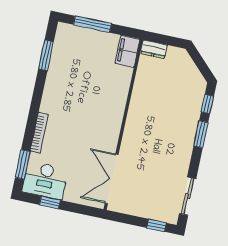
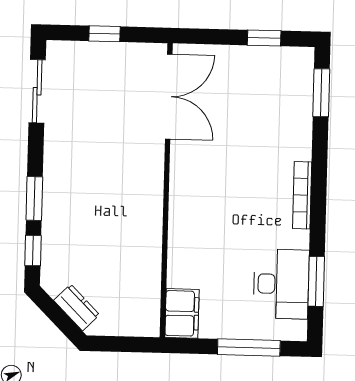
dresser: (154, 49) -> (77, 308), moved, turned 45
bookcase: (39, 133) -> (302, 195), moved
desk: (45, 180) -> (281, 284), moved, turned 90
window: (157, 225) -> (104, 34), moved

